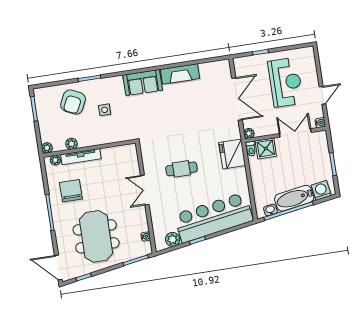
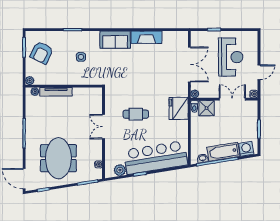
armchair: (73, 102) -> (42, 53), moved
plant: (71, 144) -> (50, 80), removed
chair: (71, 191) -> (44, 118), removed

